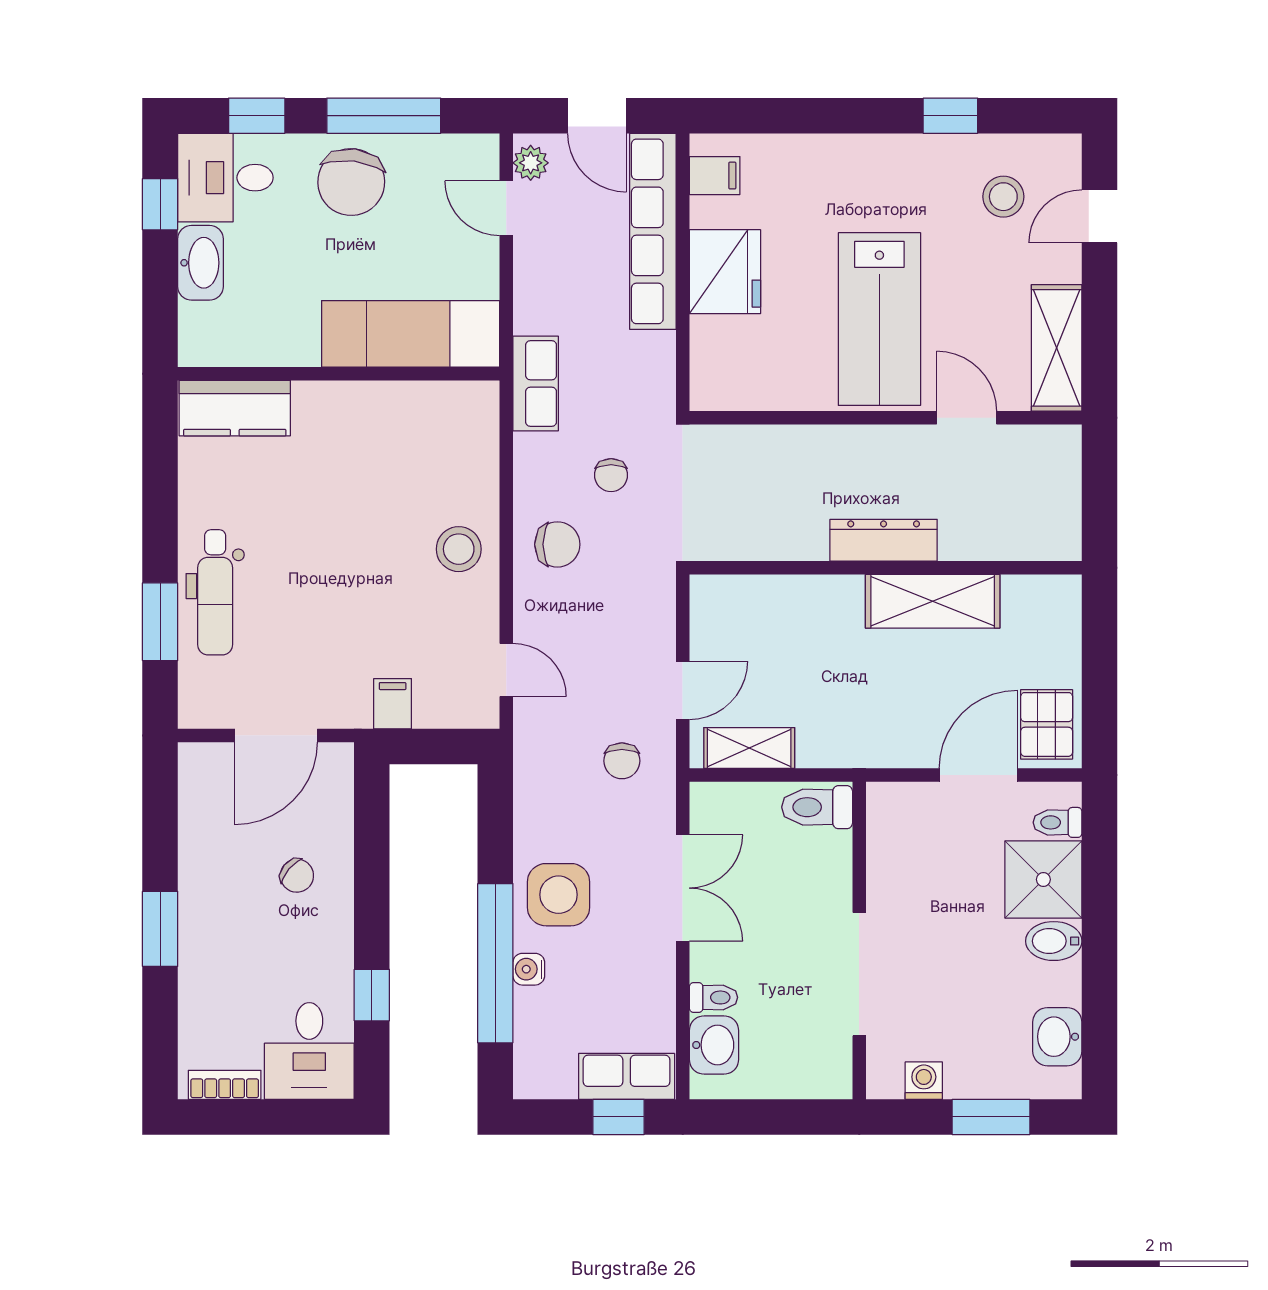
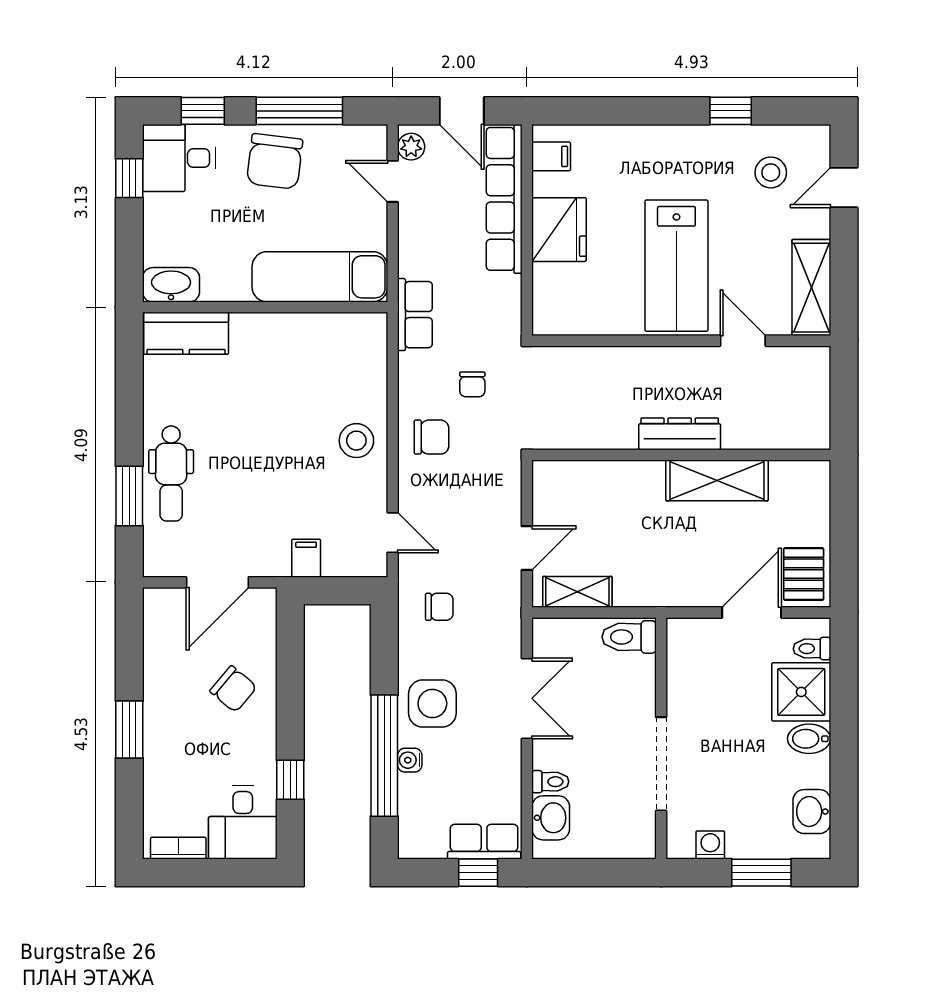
washbasin: (201, 263) -> (171, 285), moved, turned -90
chair: (622, 761) -> (439, 607), moved, turned -90
chair: (297, 876) -> (233, 689), width x1.37, depth x1.37

